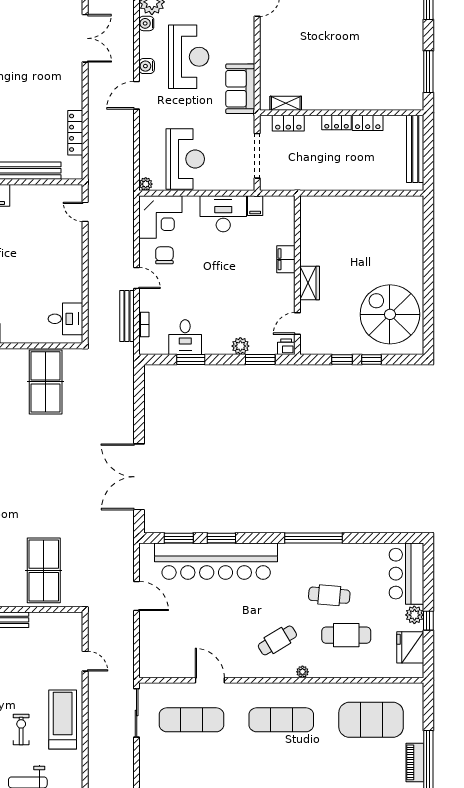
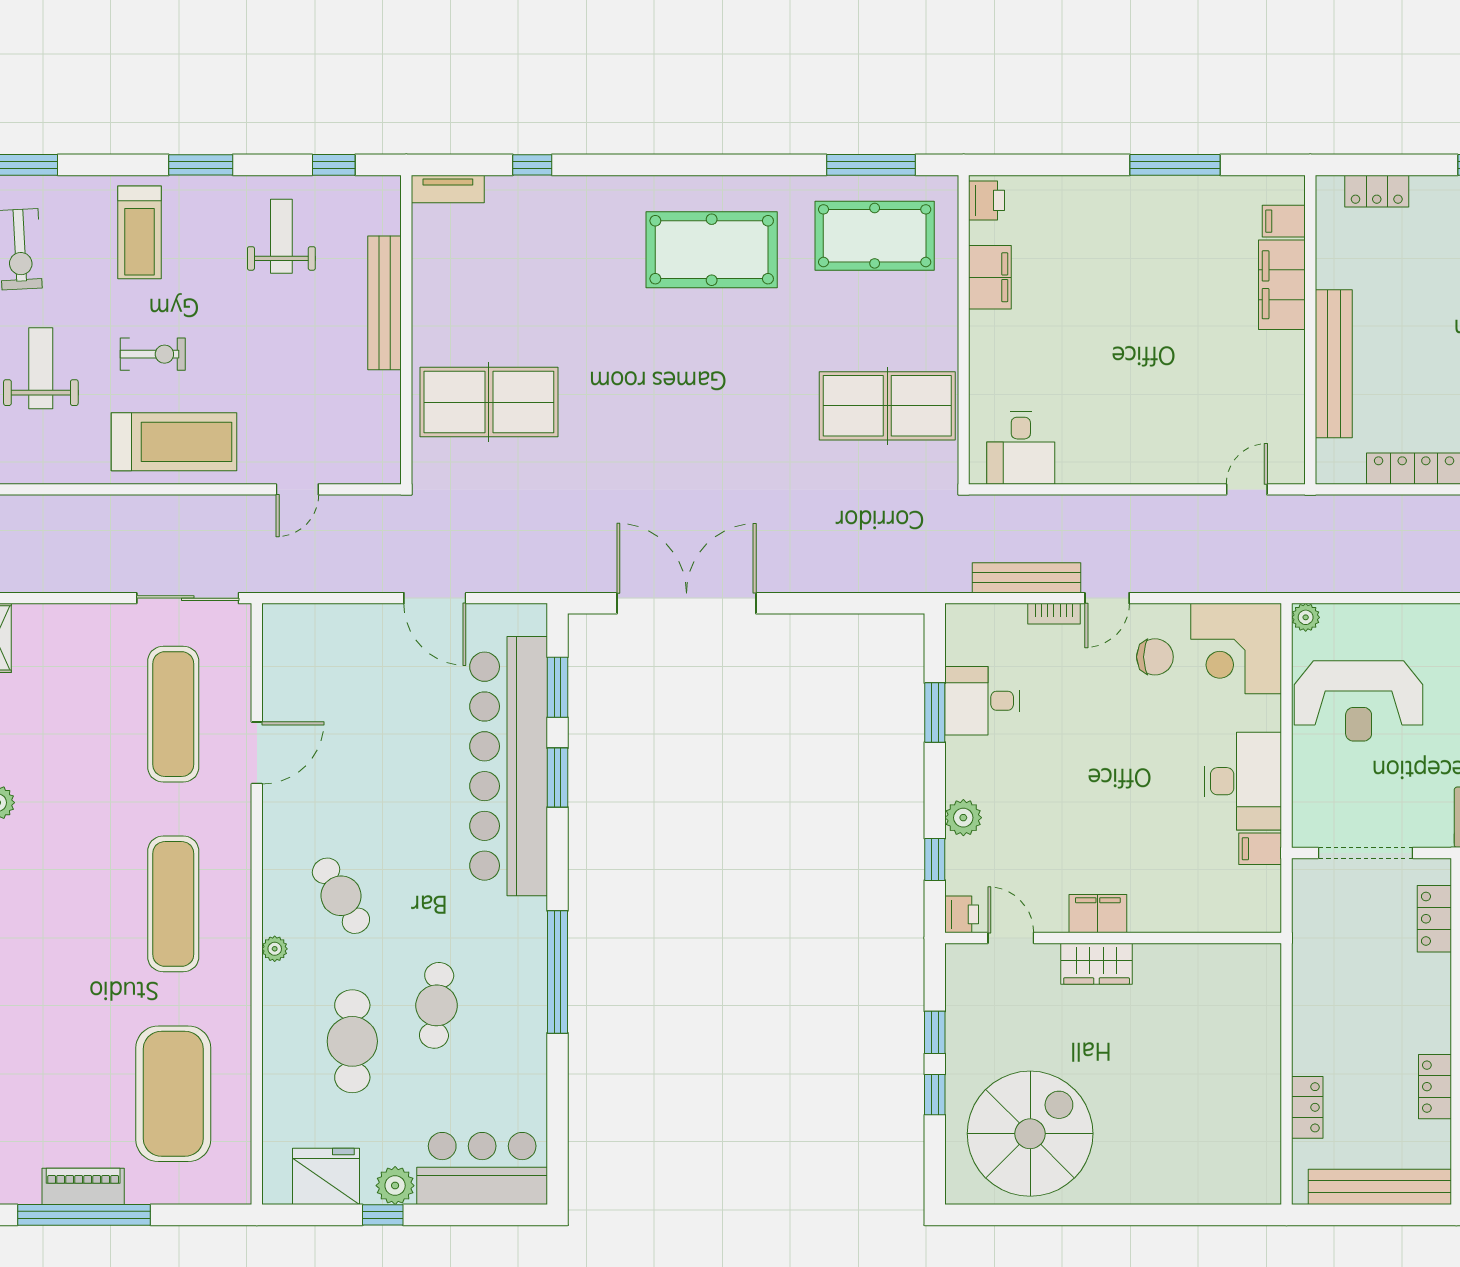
locker: (337, 123) -> (1307, 1107), moved, turned 180
filing cabinet: (286, 259) -> (1098, 914), moved
bookcase: (144, 324) -> (1054, 614), moved
window: (260, 360) -> (935, 859), width x0.67
door: (137, 596) -> (435, 598), hinge flipped

